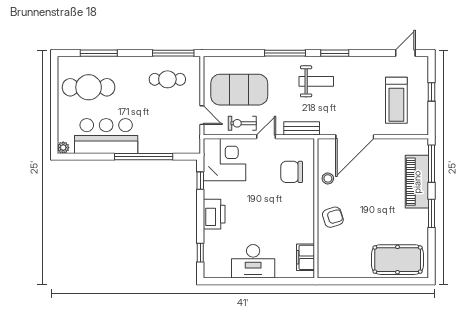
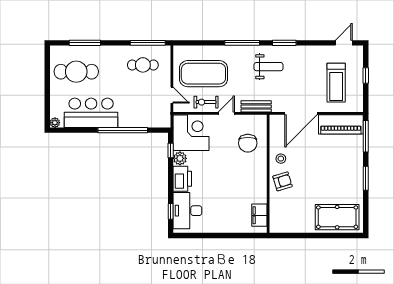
chair: (292, 172) -> (248, 143), turned -90
stool: (328, 178) -> (281, 159), moved
piano: (417, 182) -> (341, 124), moved, turned -90
plant: (211, 190) -> (180, 158), added
desk: (253, 261) -> (187, 211), moved, turned 90

